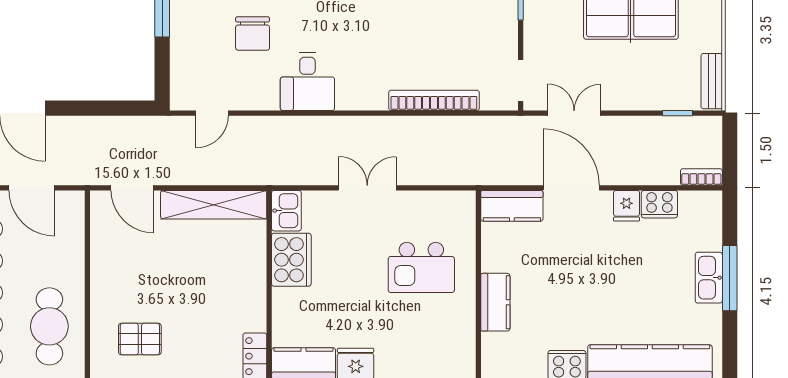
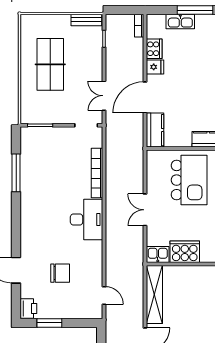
desk: (307, 81) -> (87, 220), moved, width x1.37
kitchen island: (421, 267) -> (189, 180), width x1.37, depth x1.28
kitchen sink: (709, 278) -> (180, 22), moved

